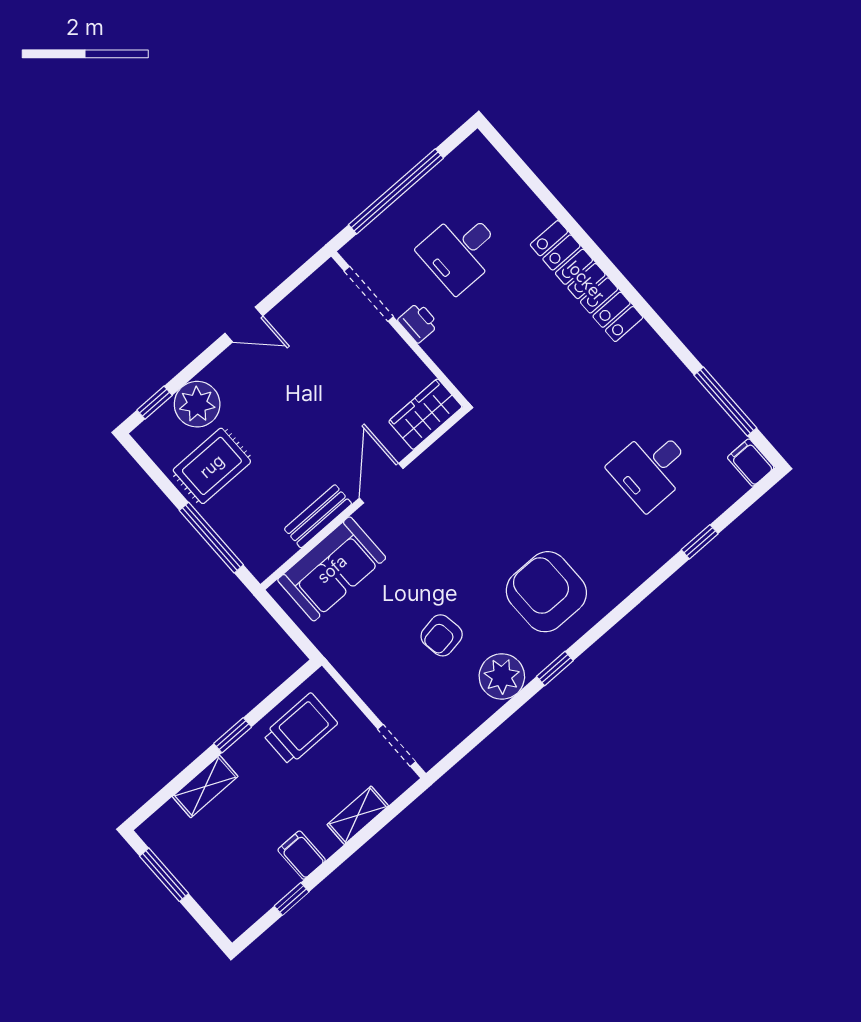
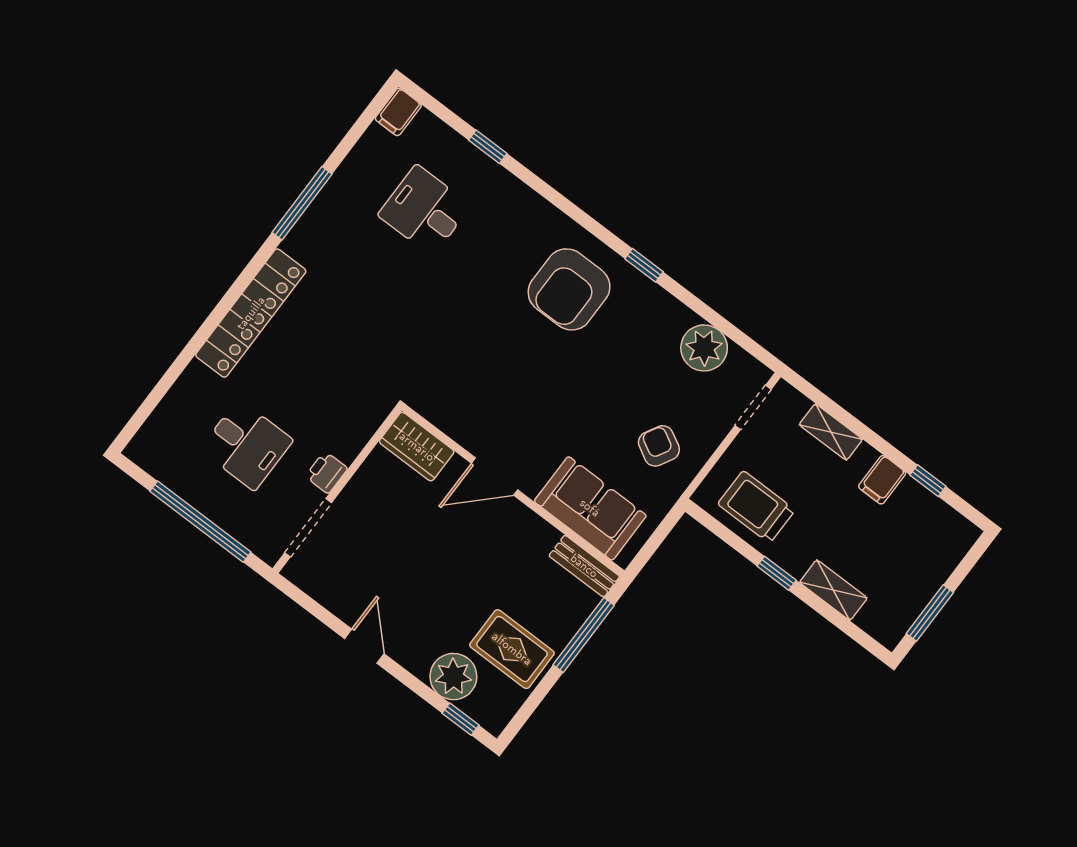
window: (725, 402) -> (302, 203), moved
desk: (651, 468) -> (424, 210), turned 180
bench: (318, 516) -> (584, 566), moved
armchair: (442, 635) -> (659, 446), moved, turned -142
plant: (502, 676) -> (704, 348), moved

